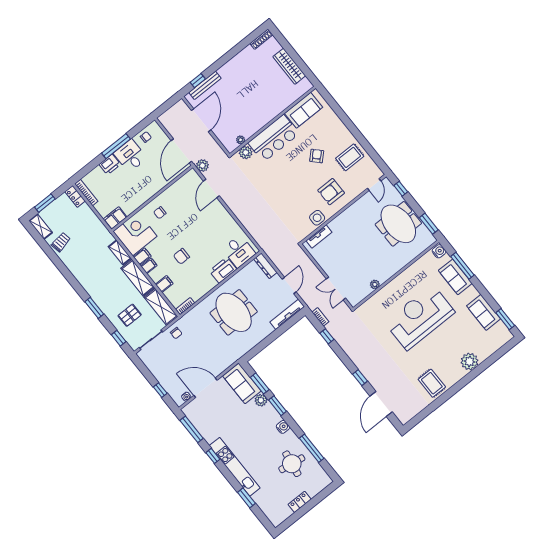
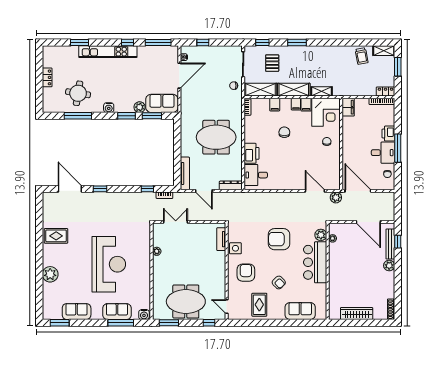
plant: (225, 71) -> (389, 266), added
sofa: (304, 110) -> (300, 311), moved, turned 90
armchair: (279, 186) -> (279, 239), added

